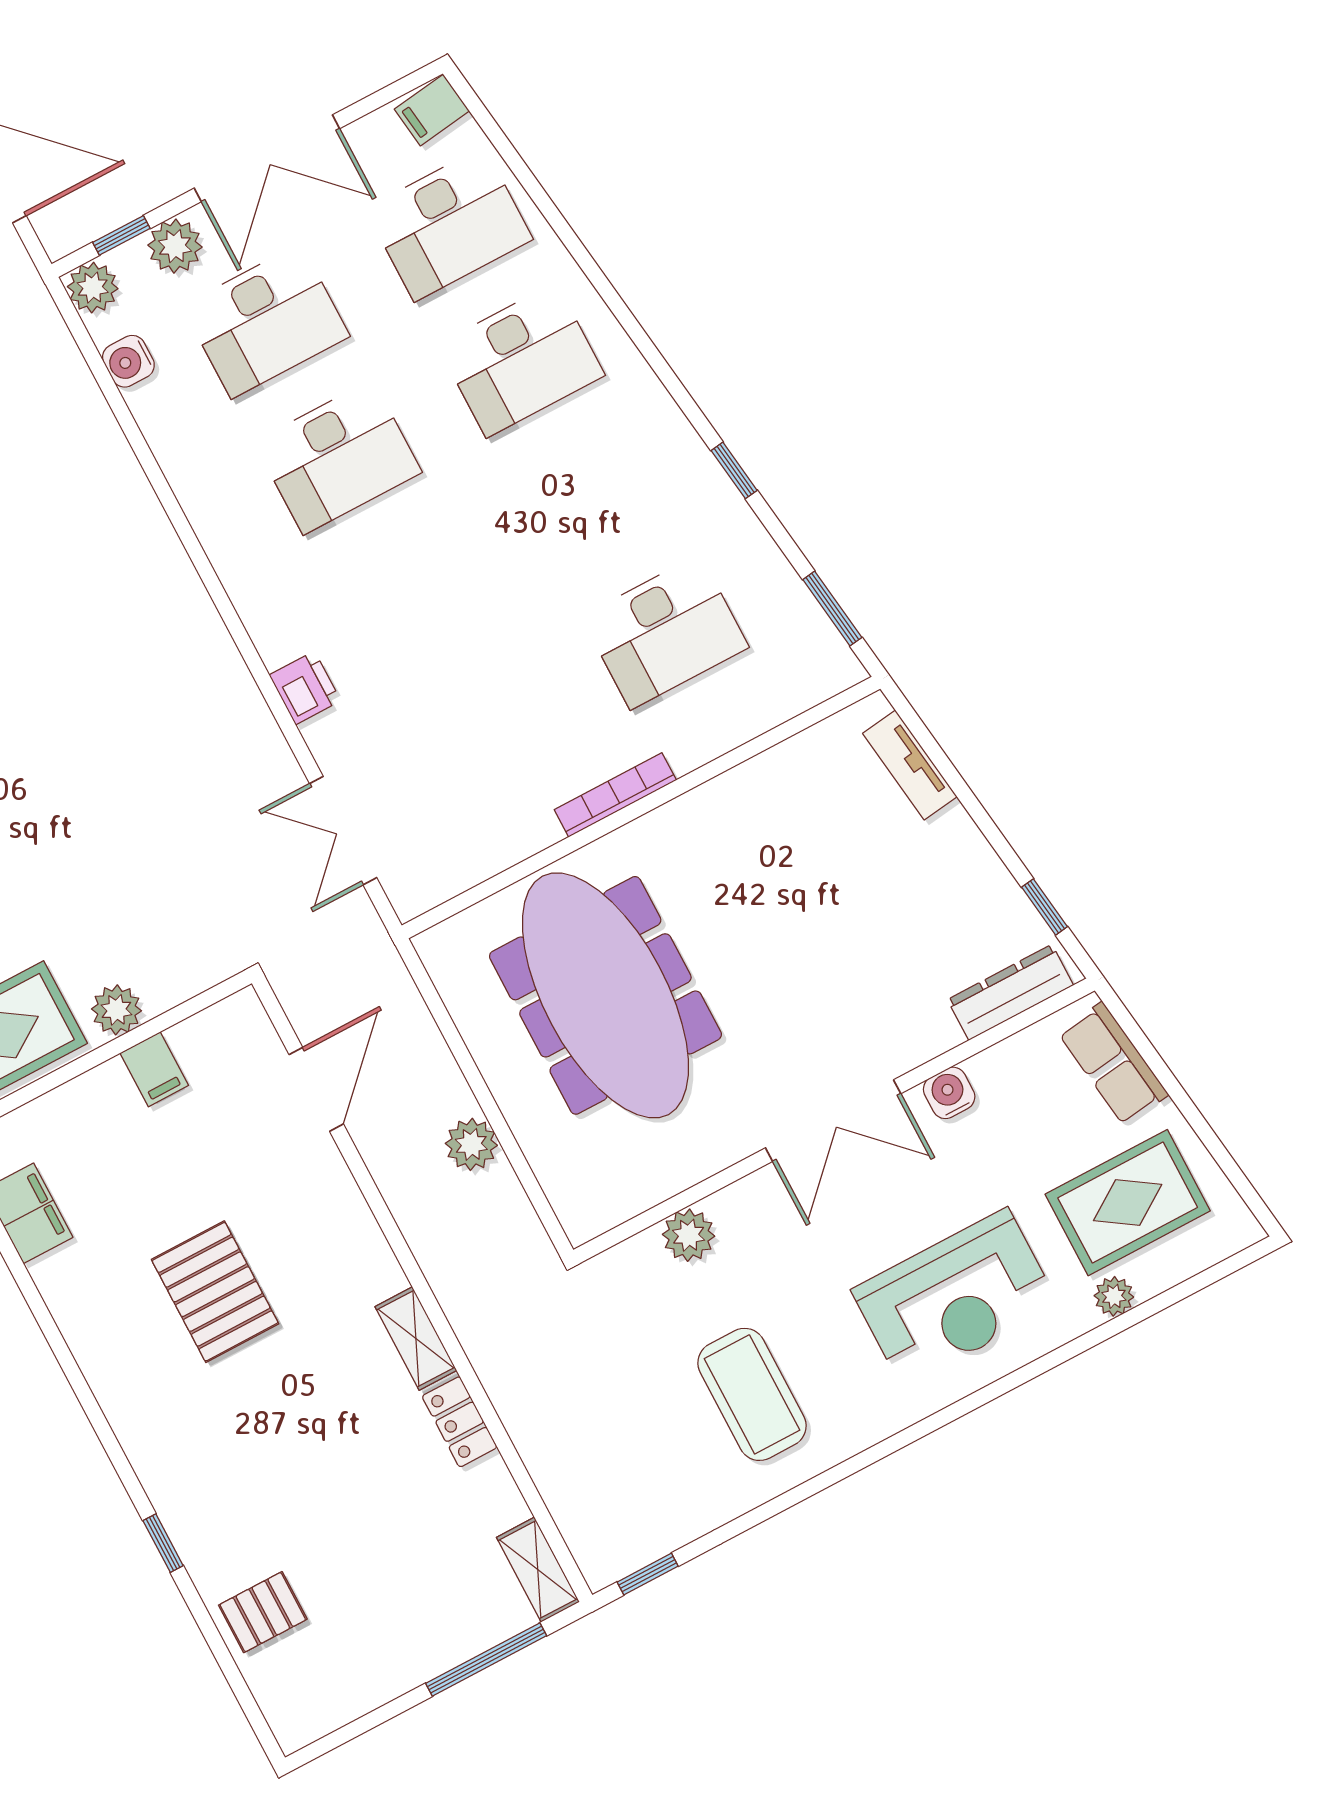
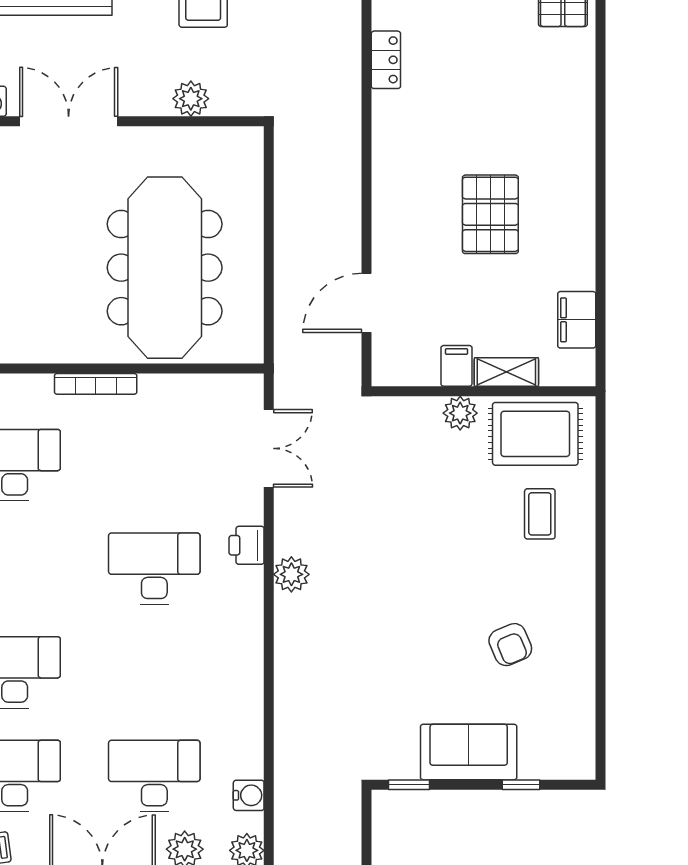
desk: (338, 457) -> (154, 569), moved
plant: (471, 1144) -> (291, 574), moved
shelving: (416, 1339) -> (506, 372), moved, turned 90
window: (163, 1543) -> (601, 81), removed

